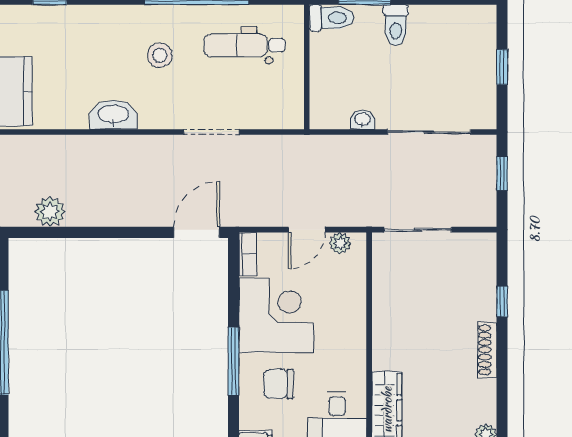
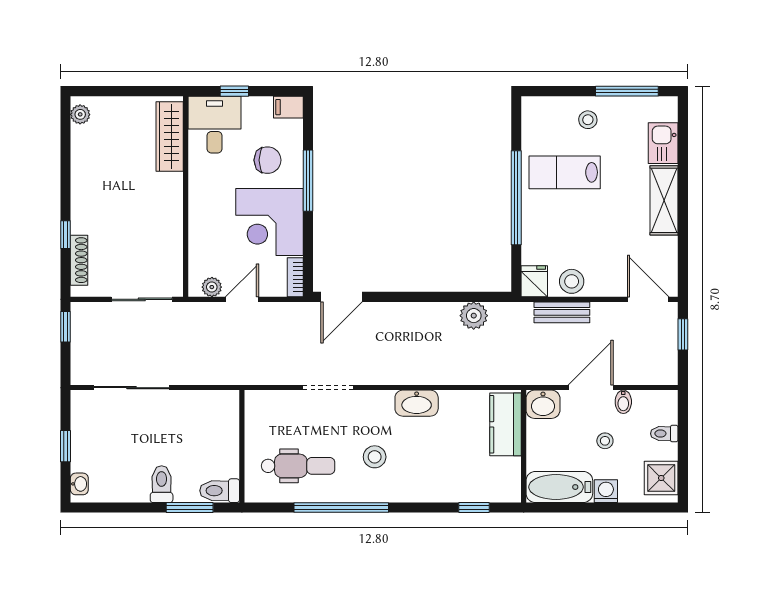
washbasin: (362, 120) -> (79, 484), moved, turned -90
window: (502, 173) -> (66, 327), moved
shoe rack: (487, 350) -> (79, 260), moved

